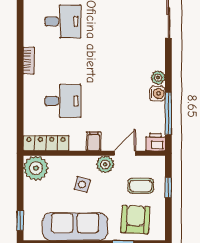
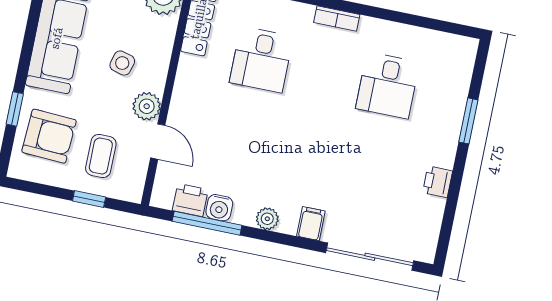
water cooler: (157, 93) -> (219, 208), moved
filing cabinet: (94, 141) -> (311, 224), moved, turned -90
printer: (155, 142) -> (190, 200), moved, turned -90

